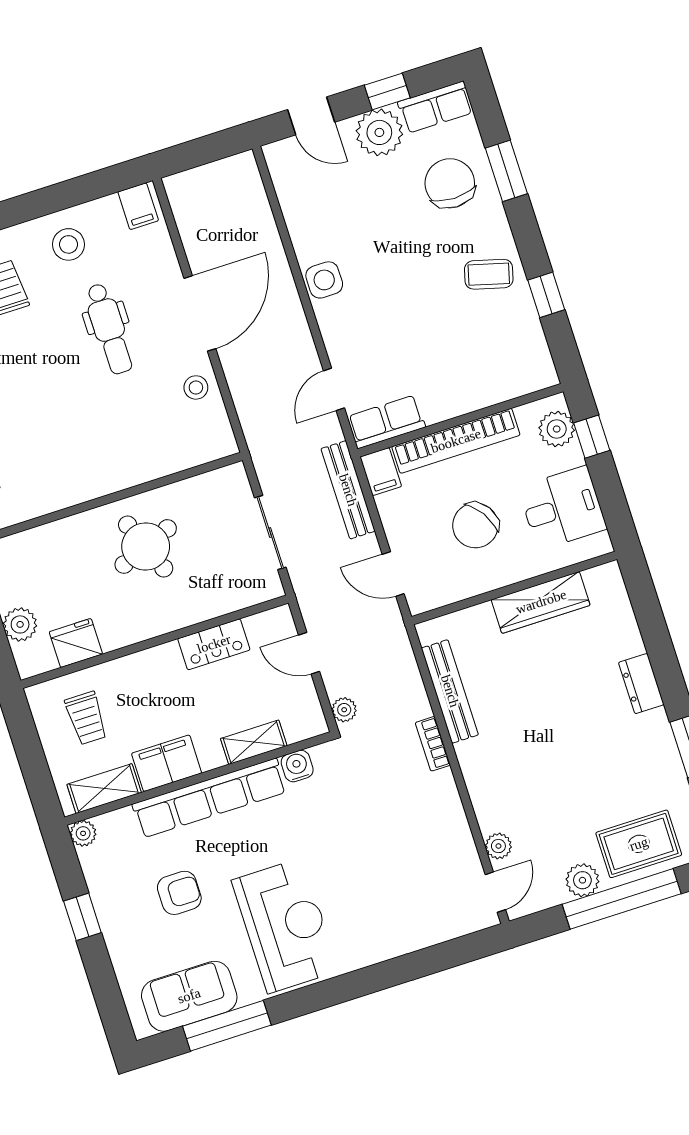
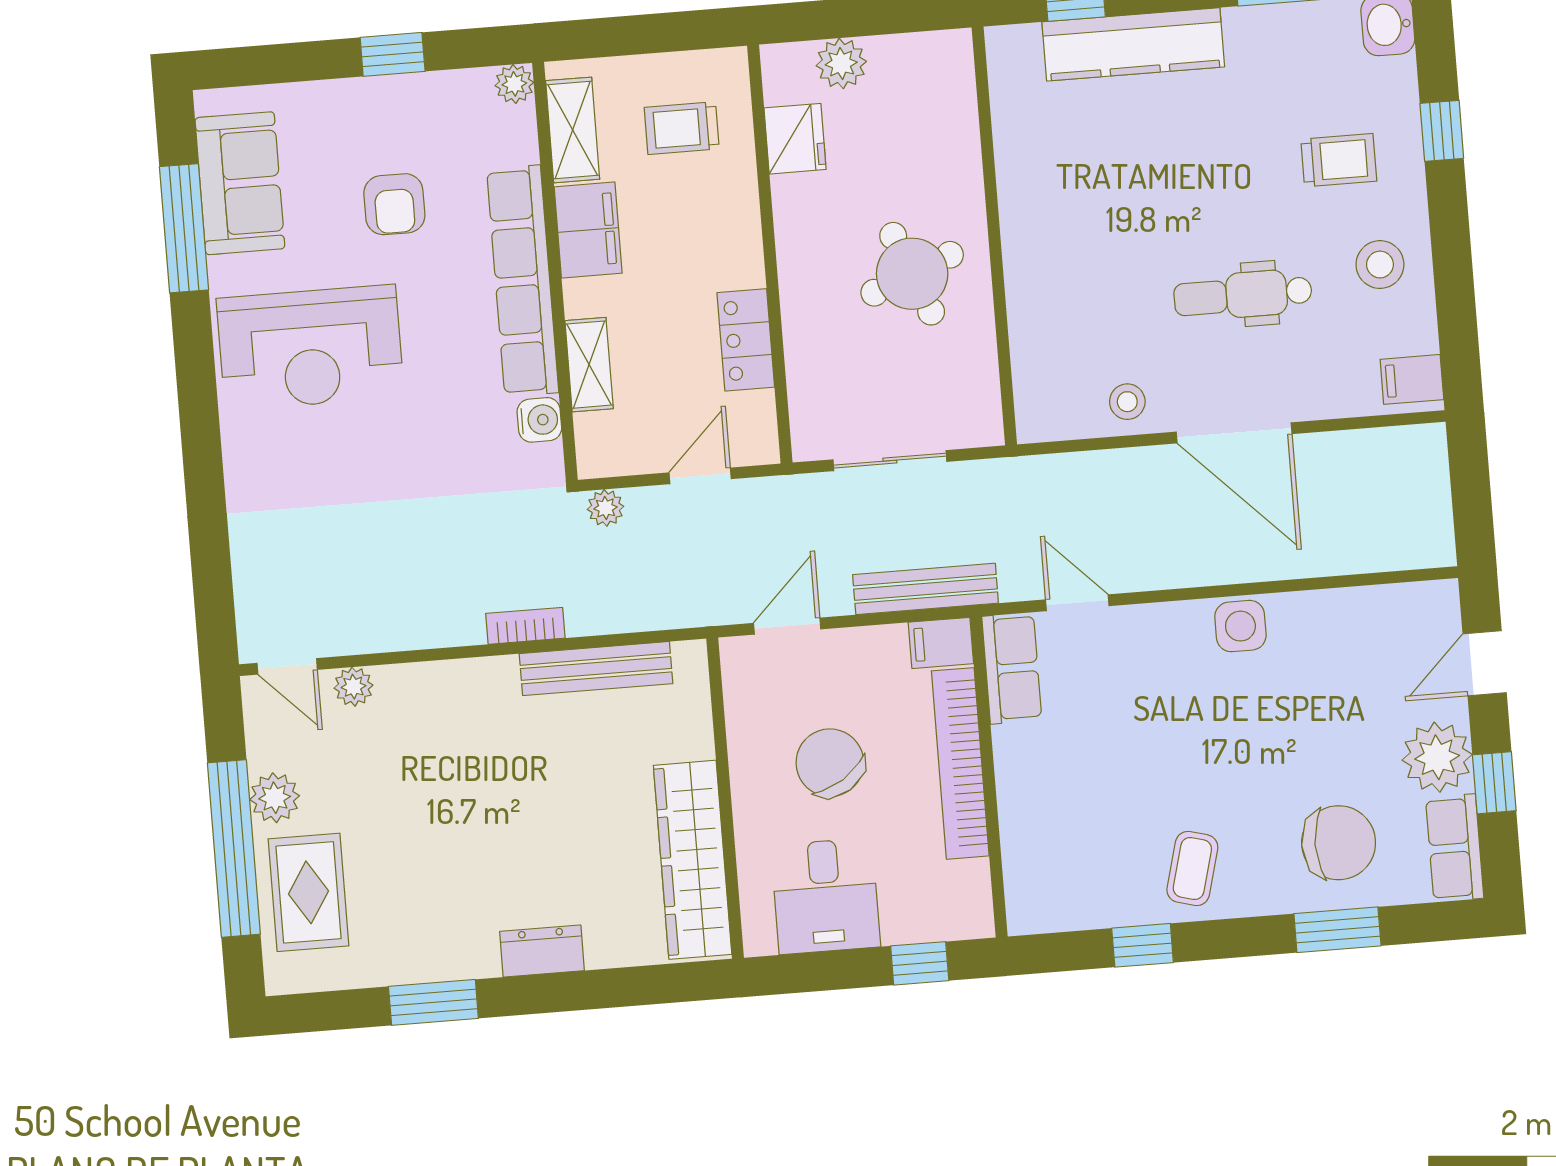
plant: (557, 429) -> (943, 915), removed
wardrobe: (541, 602) -> (693, 860), width x1.40, depth x1.17

